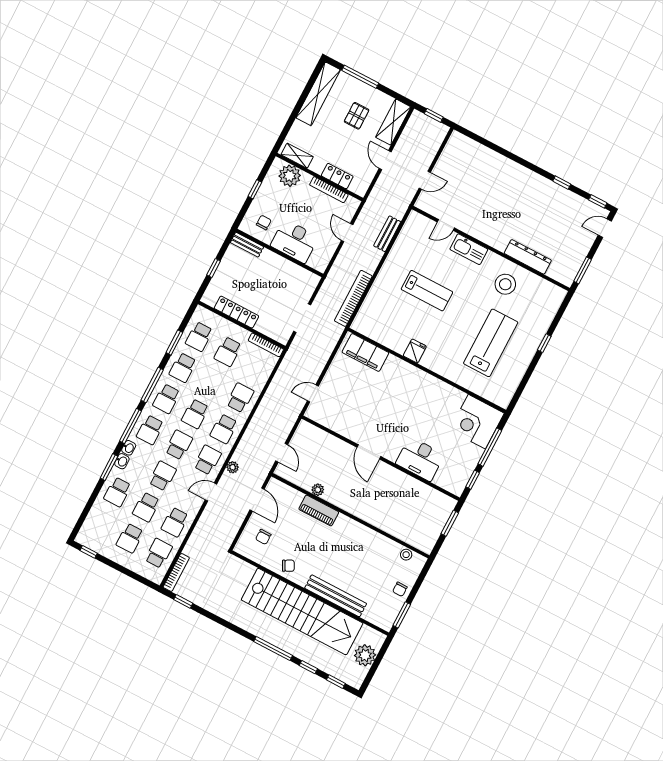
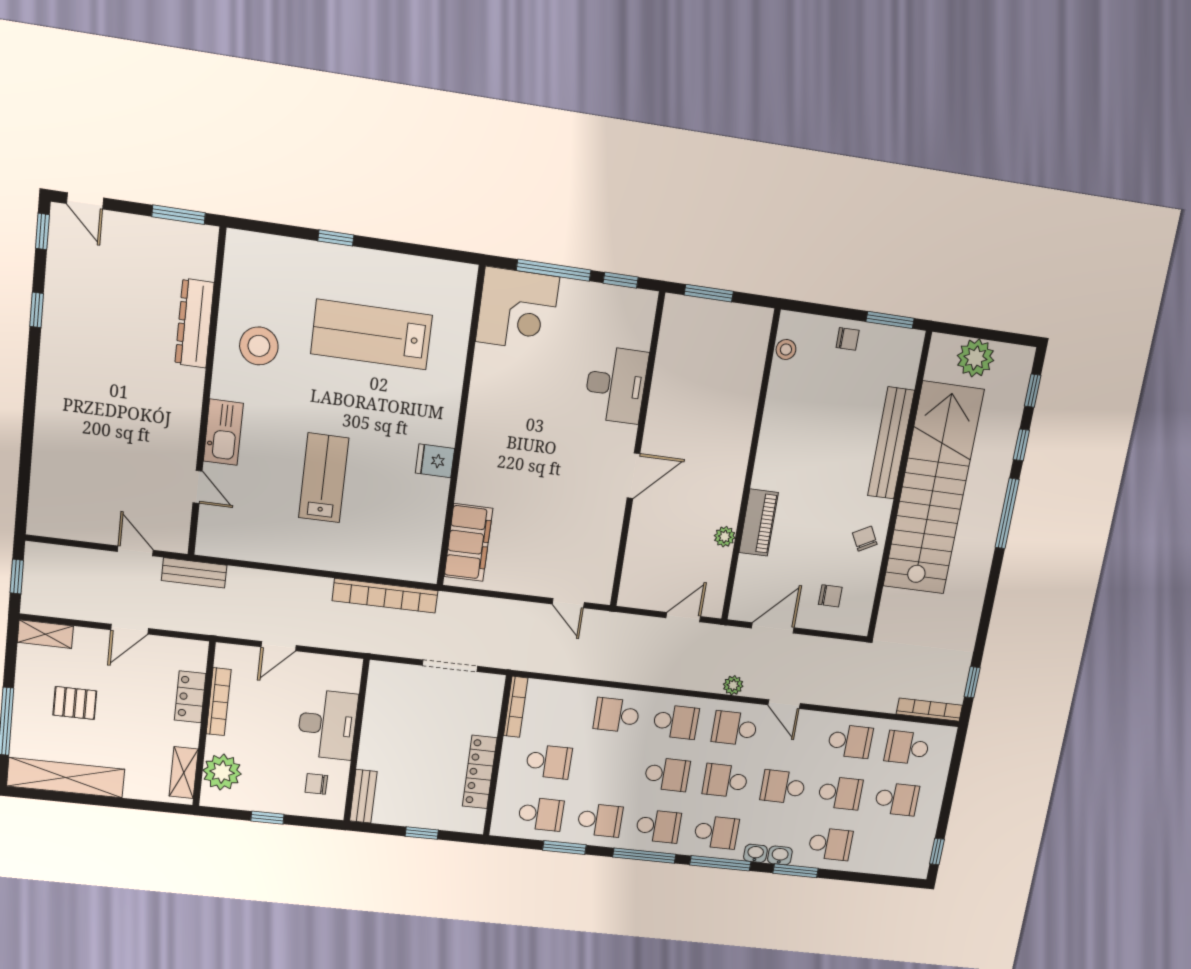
shelving: (393, 122) -> (45, 634), width x0.67, depth x0.75
bench: (387, 234) -> (194, 573), moved

